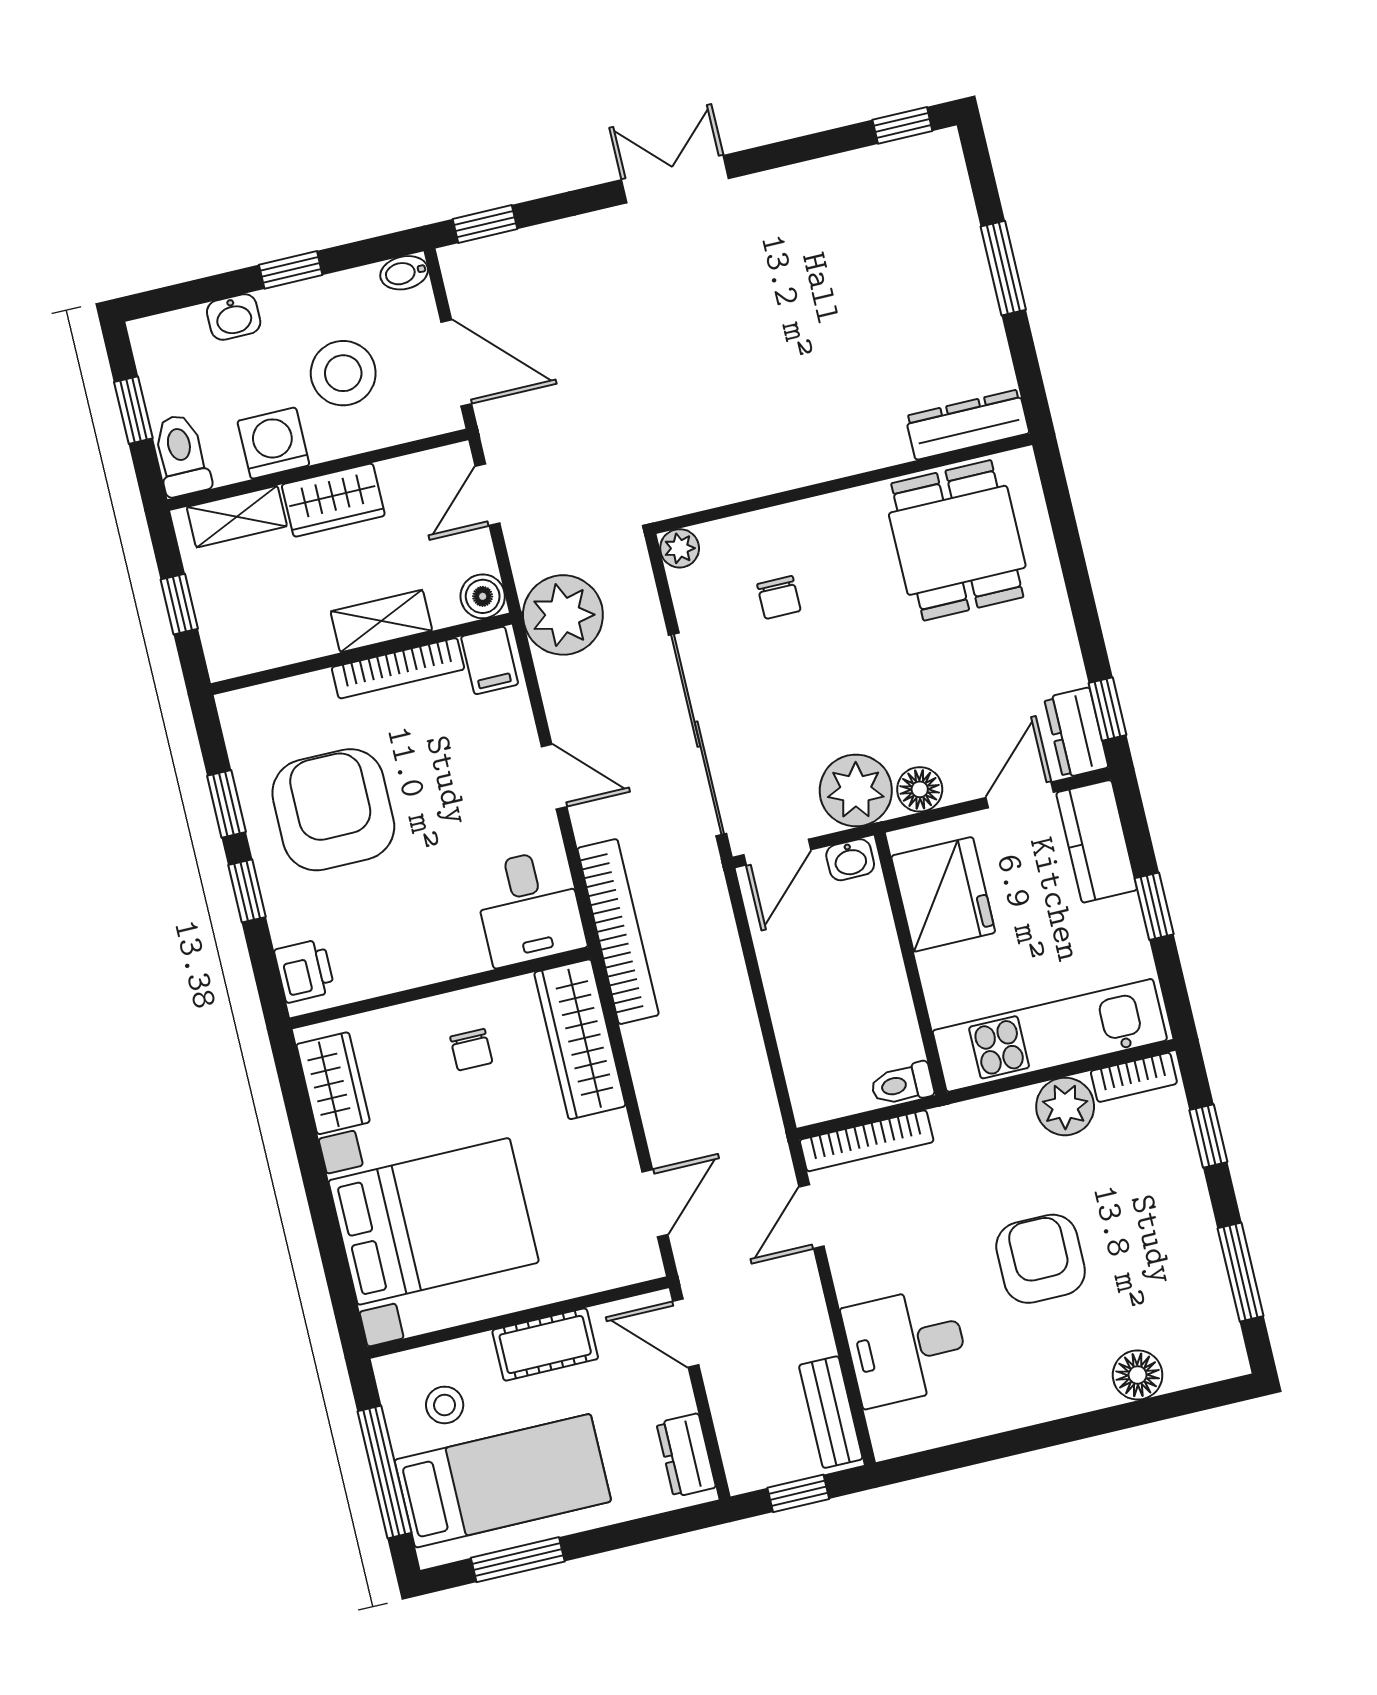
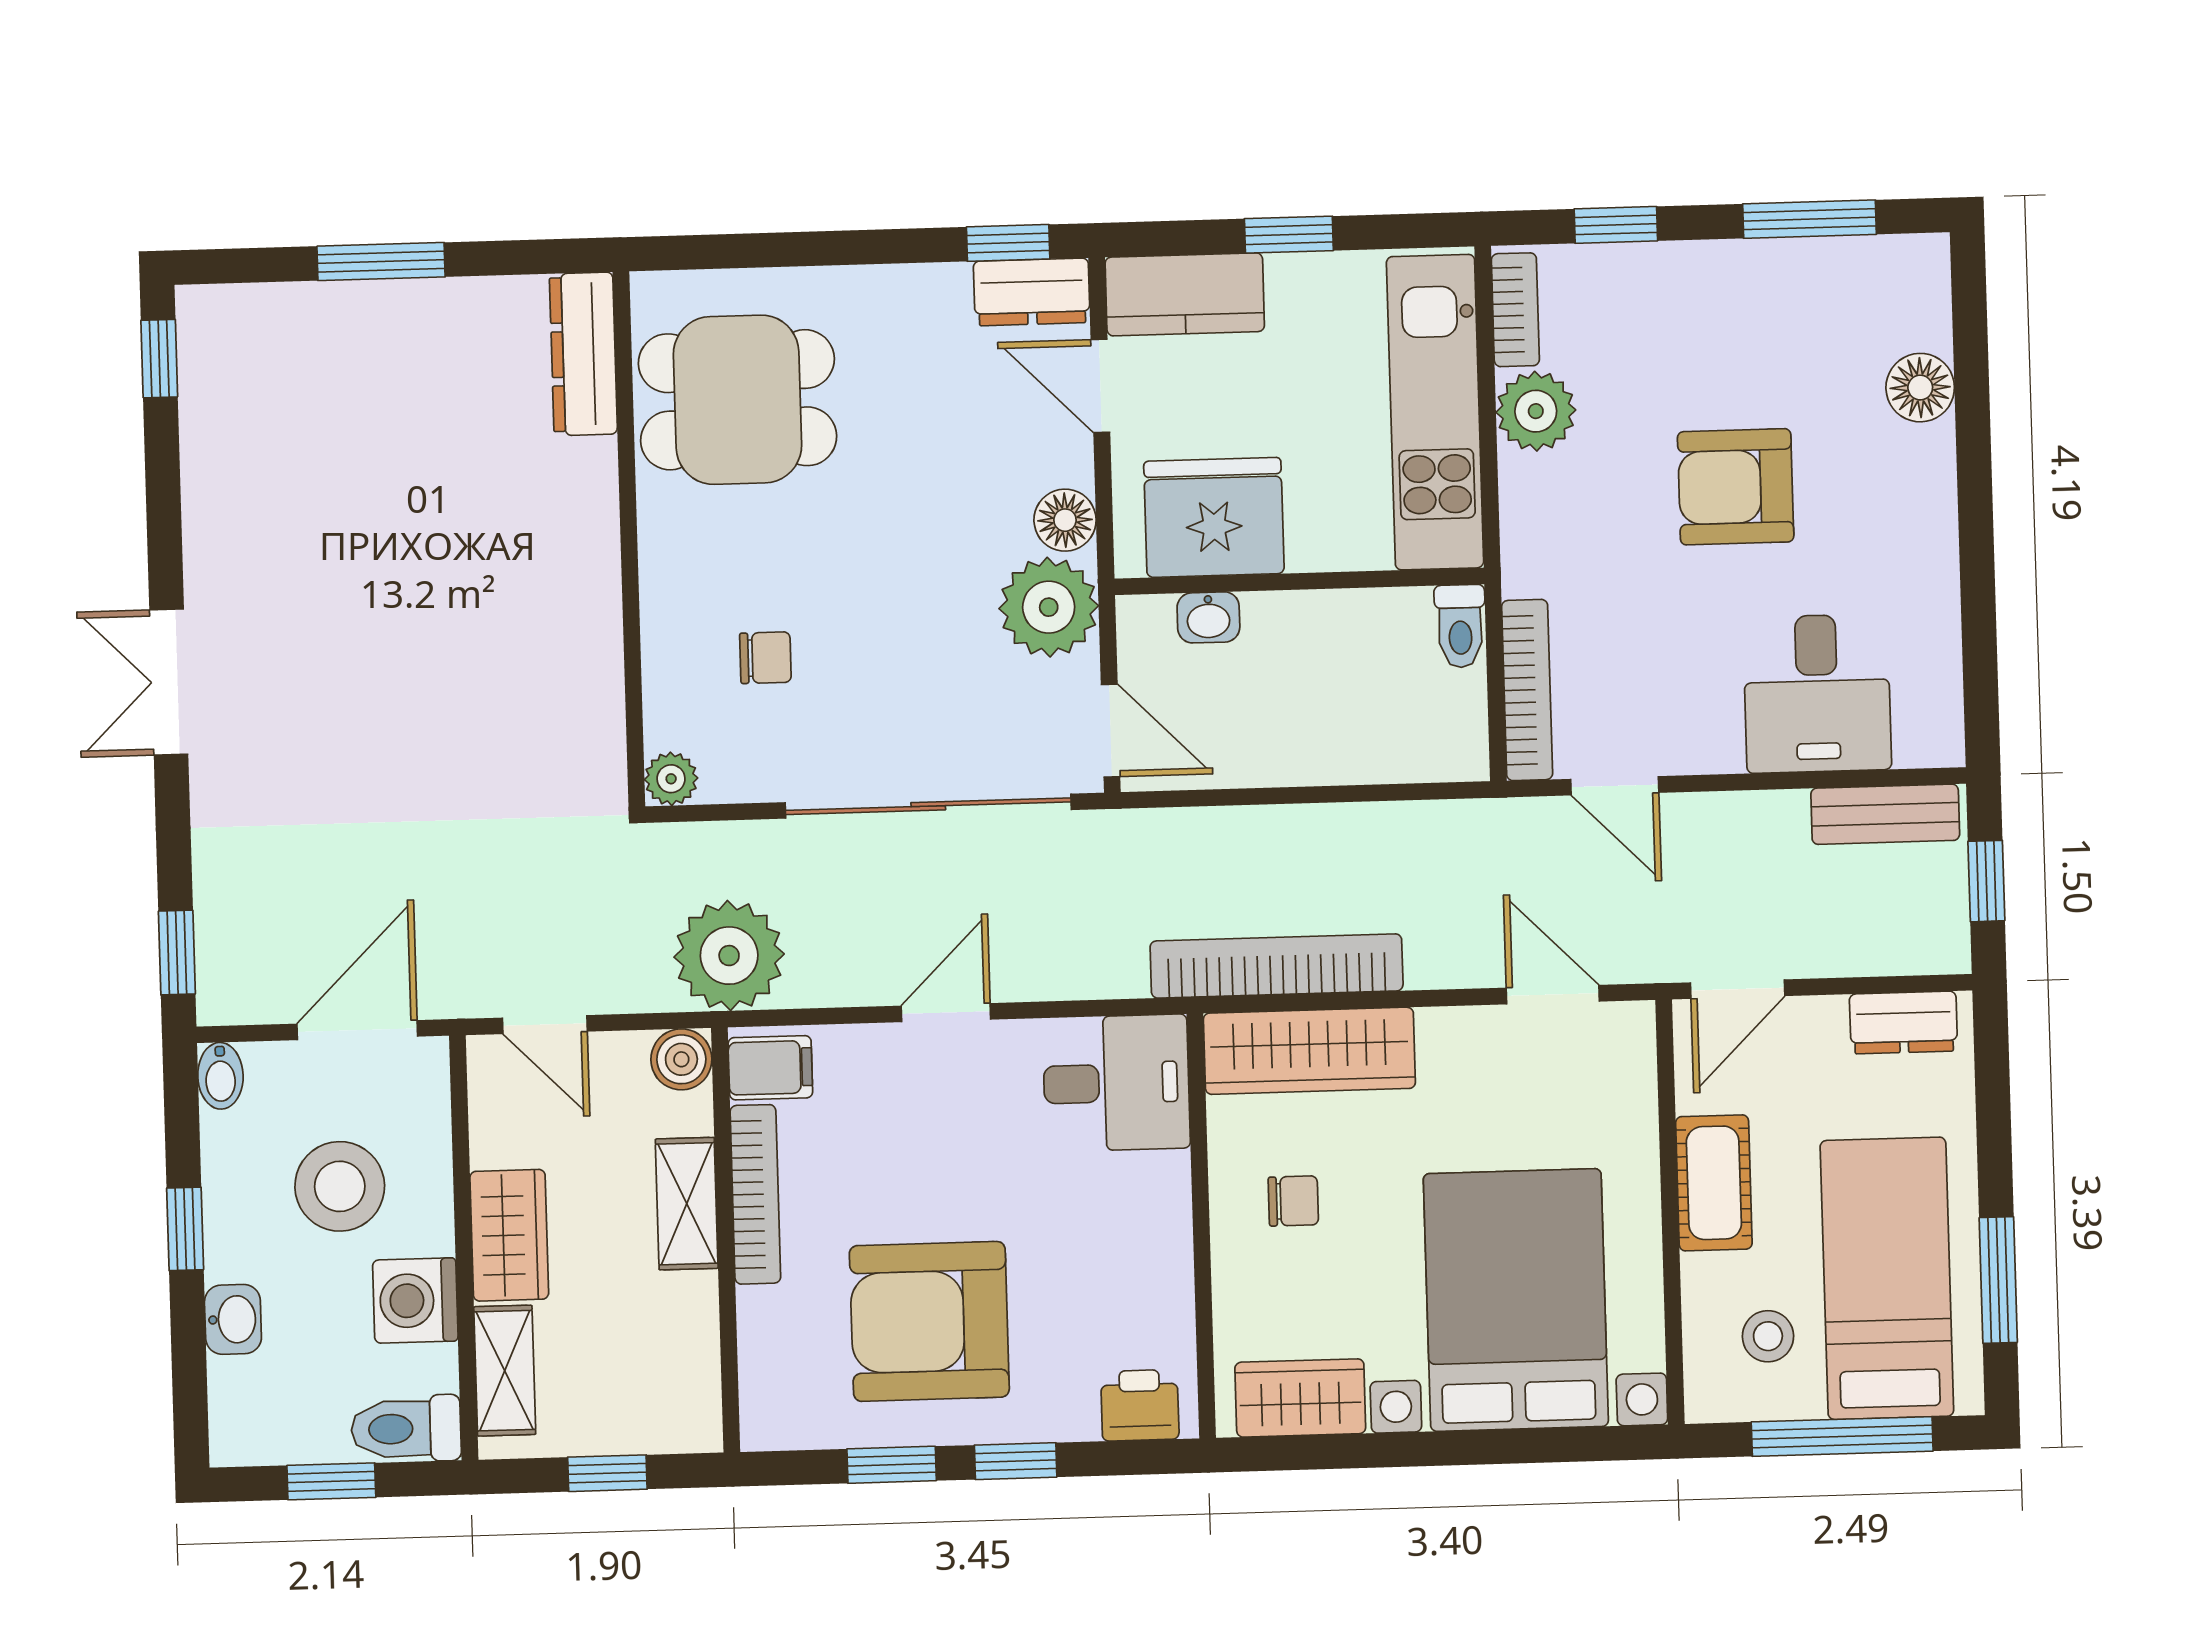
washbasin: (850, 860) -> (1208, 617), moved, turned 90
bookcase: (618, 932) -> (1277, 966), moved

